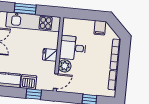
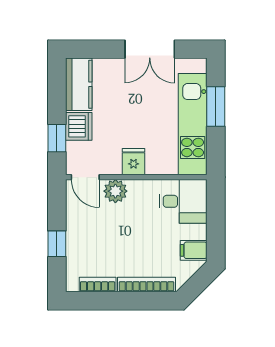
desk: (73, 48) -> (183, 201), moved, turned 90

